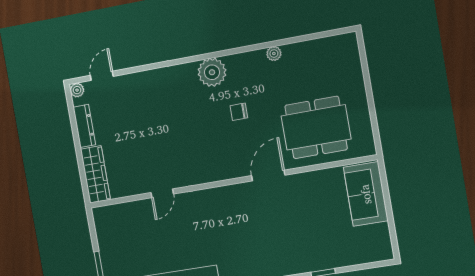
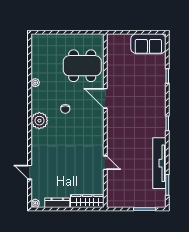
door: (102, 76) -> (30, 172), moved
dining table: (316, 127) -> (82, 66), turned 90
sofa: (366, 194) -> (148, 44), moved

